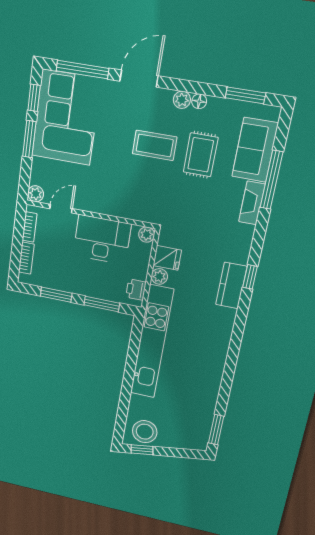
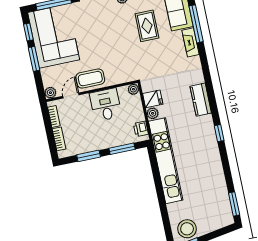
coffee table: (155, 145) -> (90, 79), moved
desk: (102, 240) -> (106, 105), width x0.73
window: (250, 277) -> (219, 133), moved

